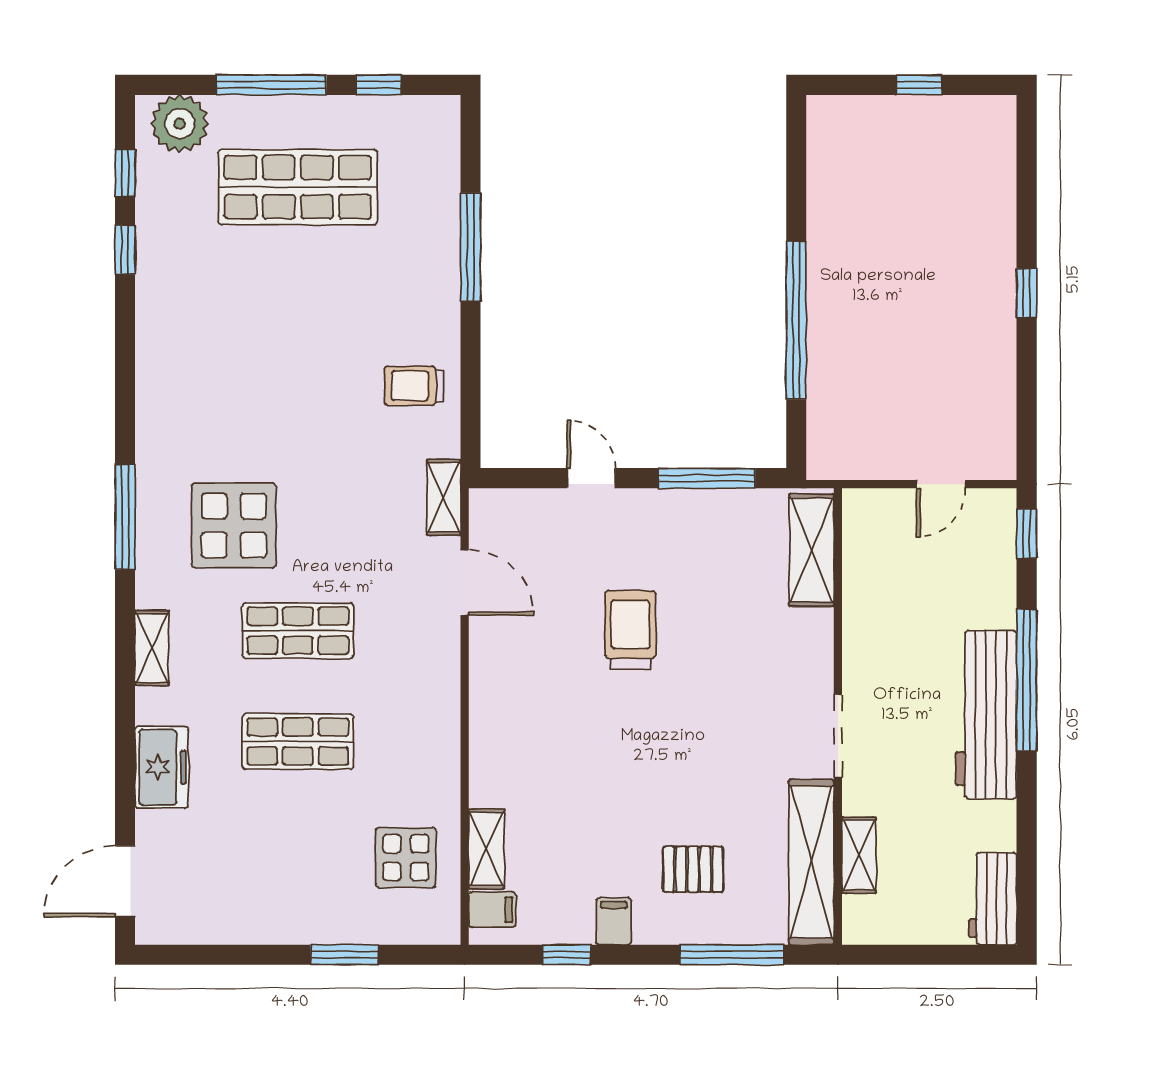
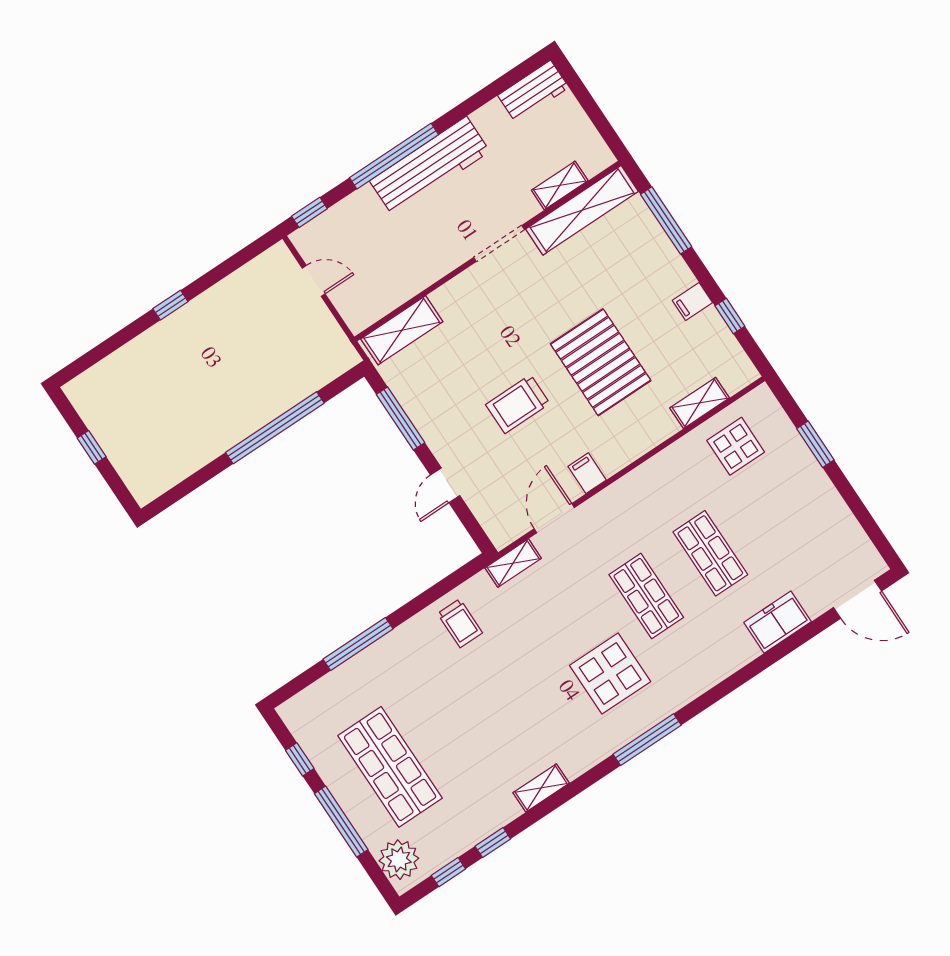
shelving: (152, 648) -> (541, 788), moved
pallet: (693, 869) -> (601, 362), moved, width x2.05, depth x2.00
filing cabinet: (492, 910) -> (587, 473), moved

